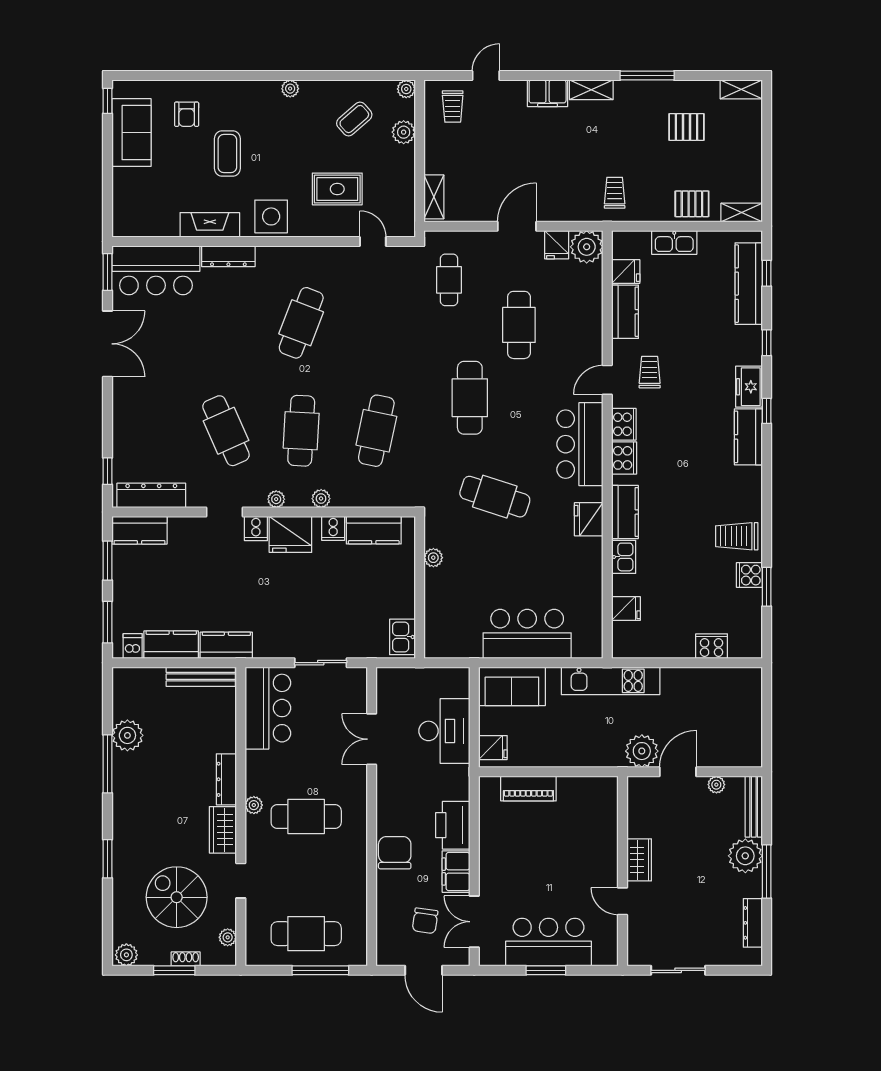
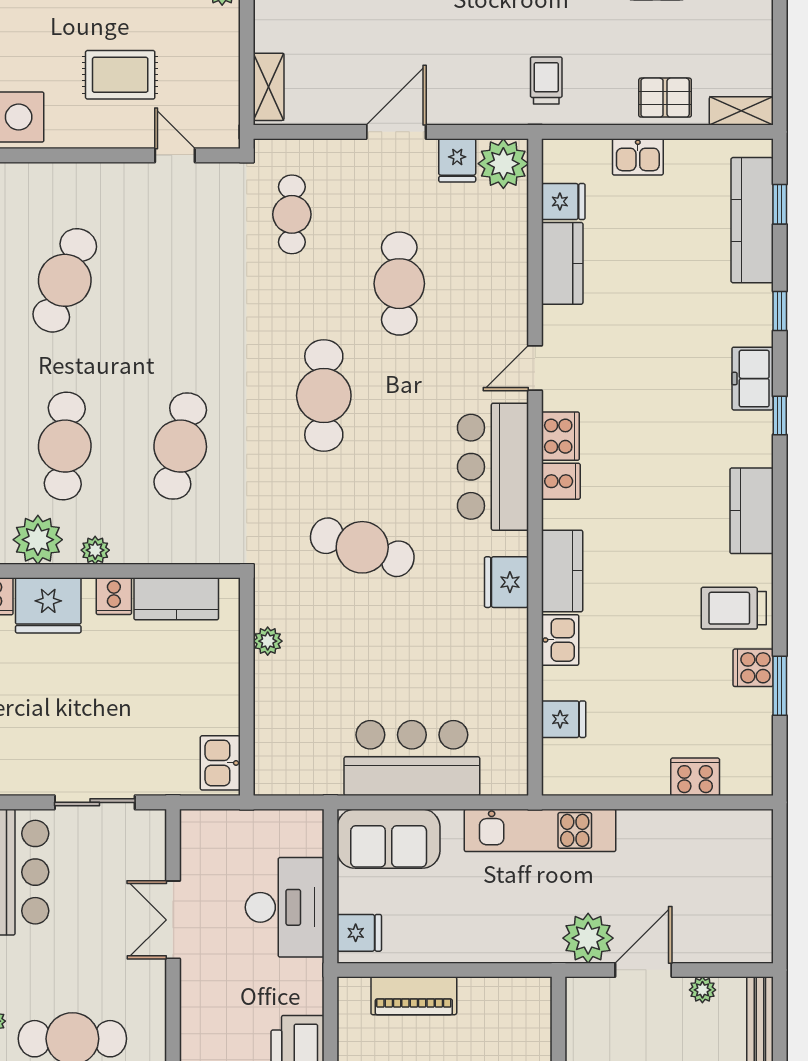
kitchen sink: (674, 242) -> (638, 157), width x0.73
trolley: (650, 372) -> (600, 356), removed
kitchen counter: (748, 437) -> (752, 511), moved
cooker: (624, 458) -> (561, 481), width x0.73
plant: (276, 499) -> (38, 540), width x1.87, depth x1.87

